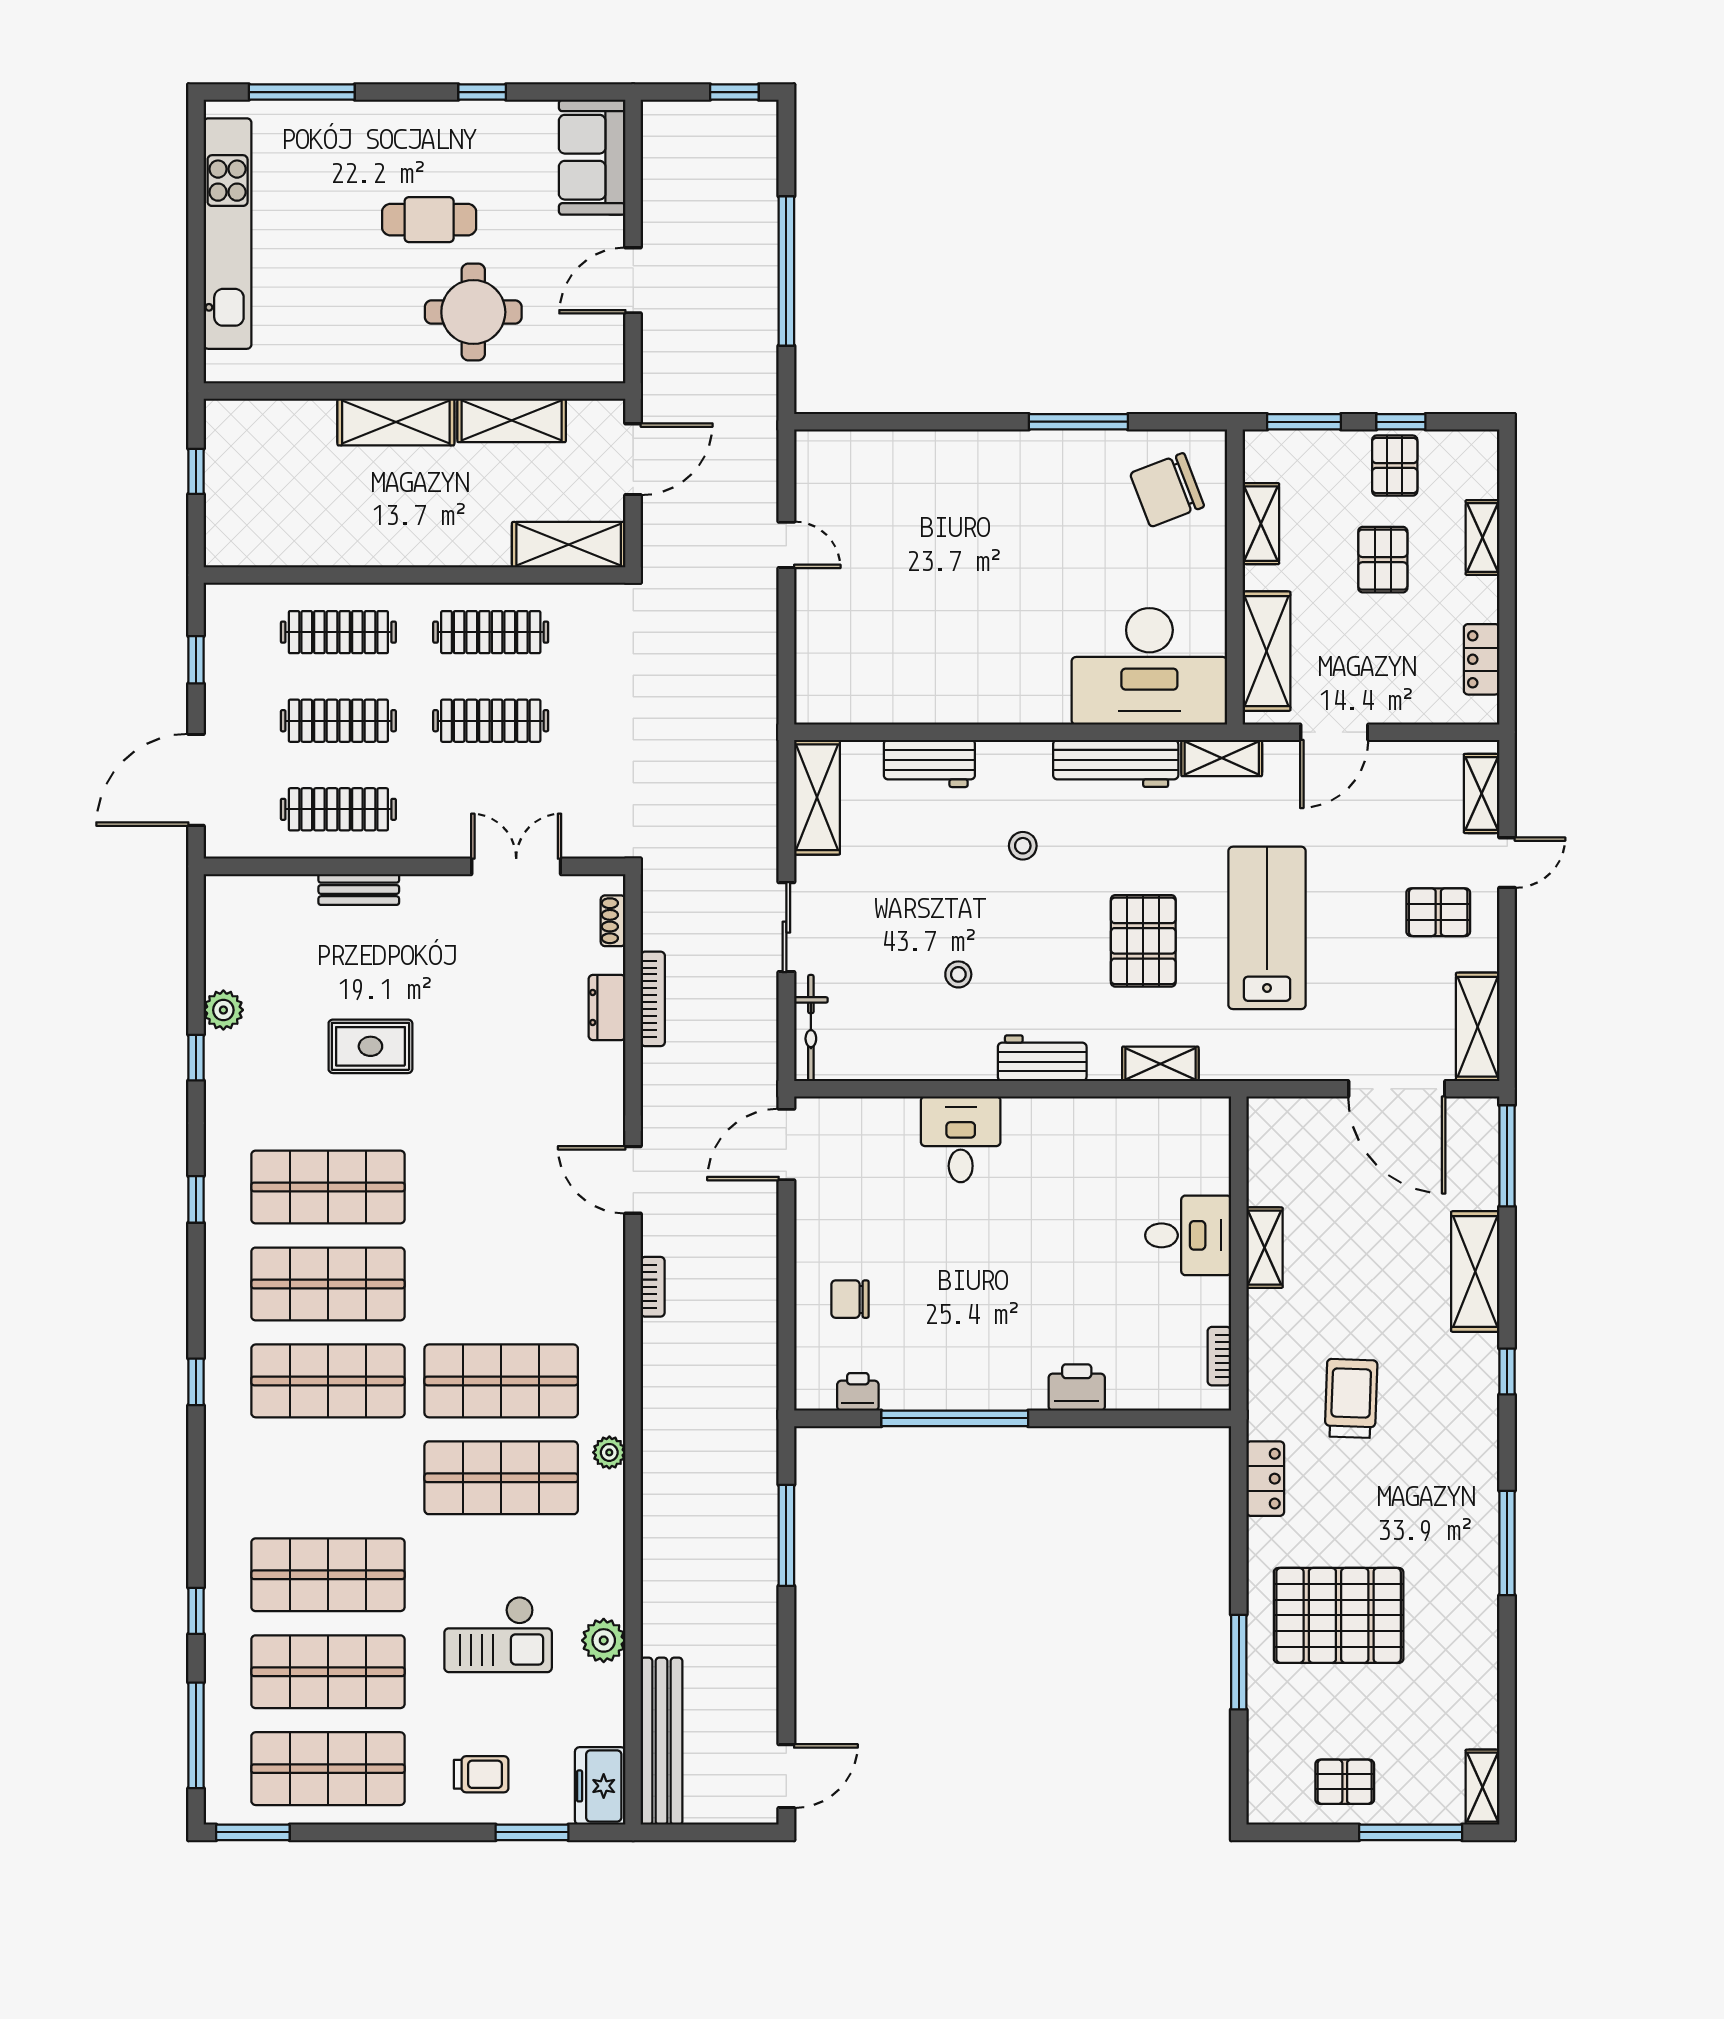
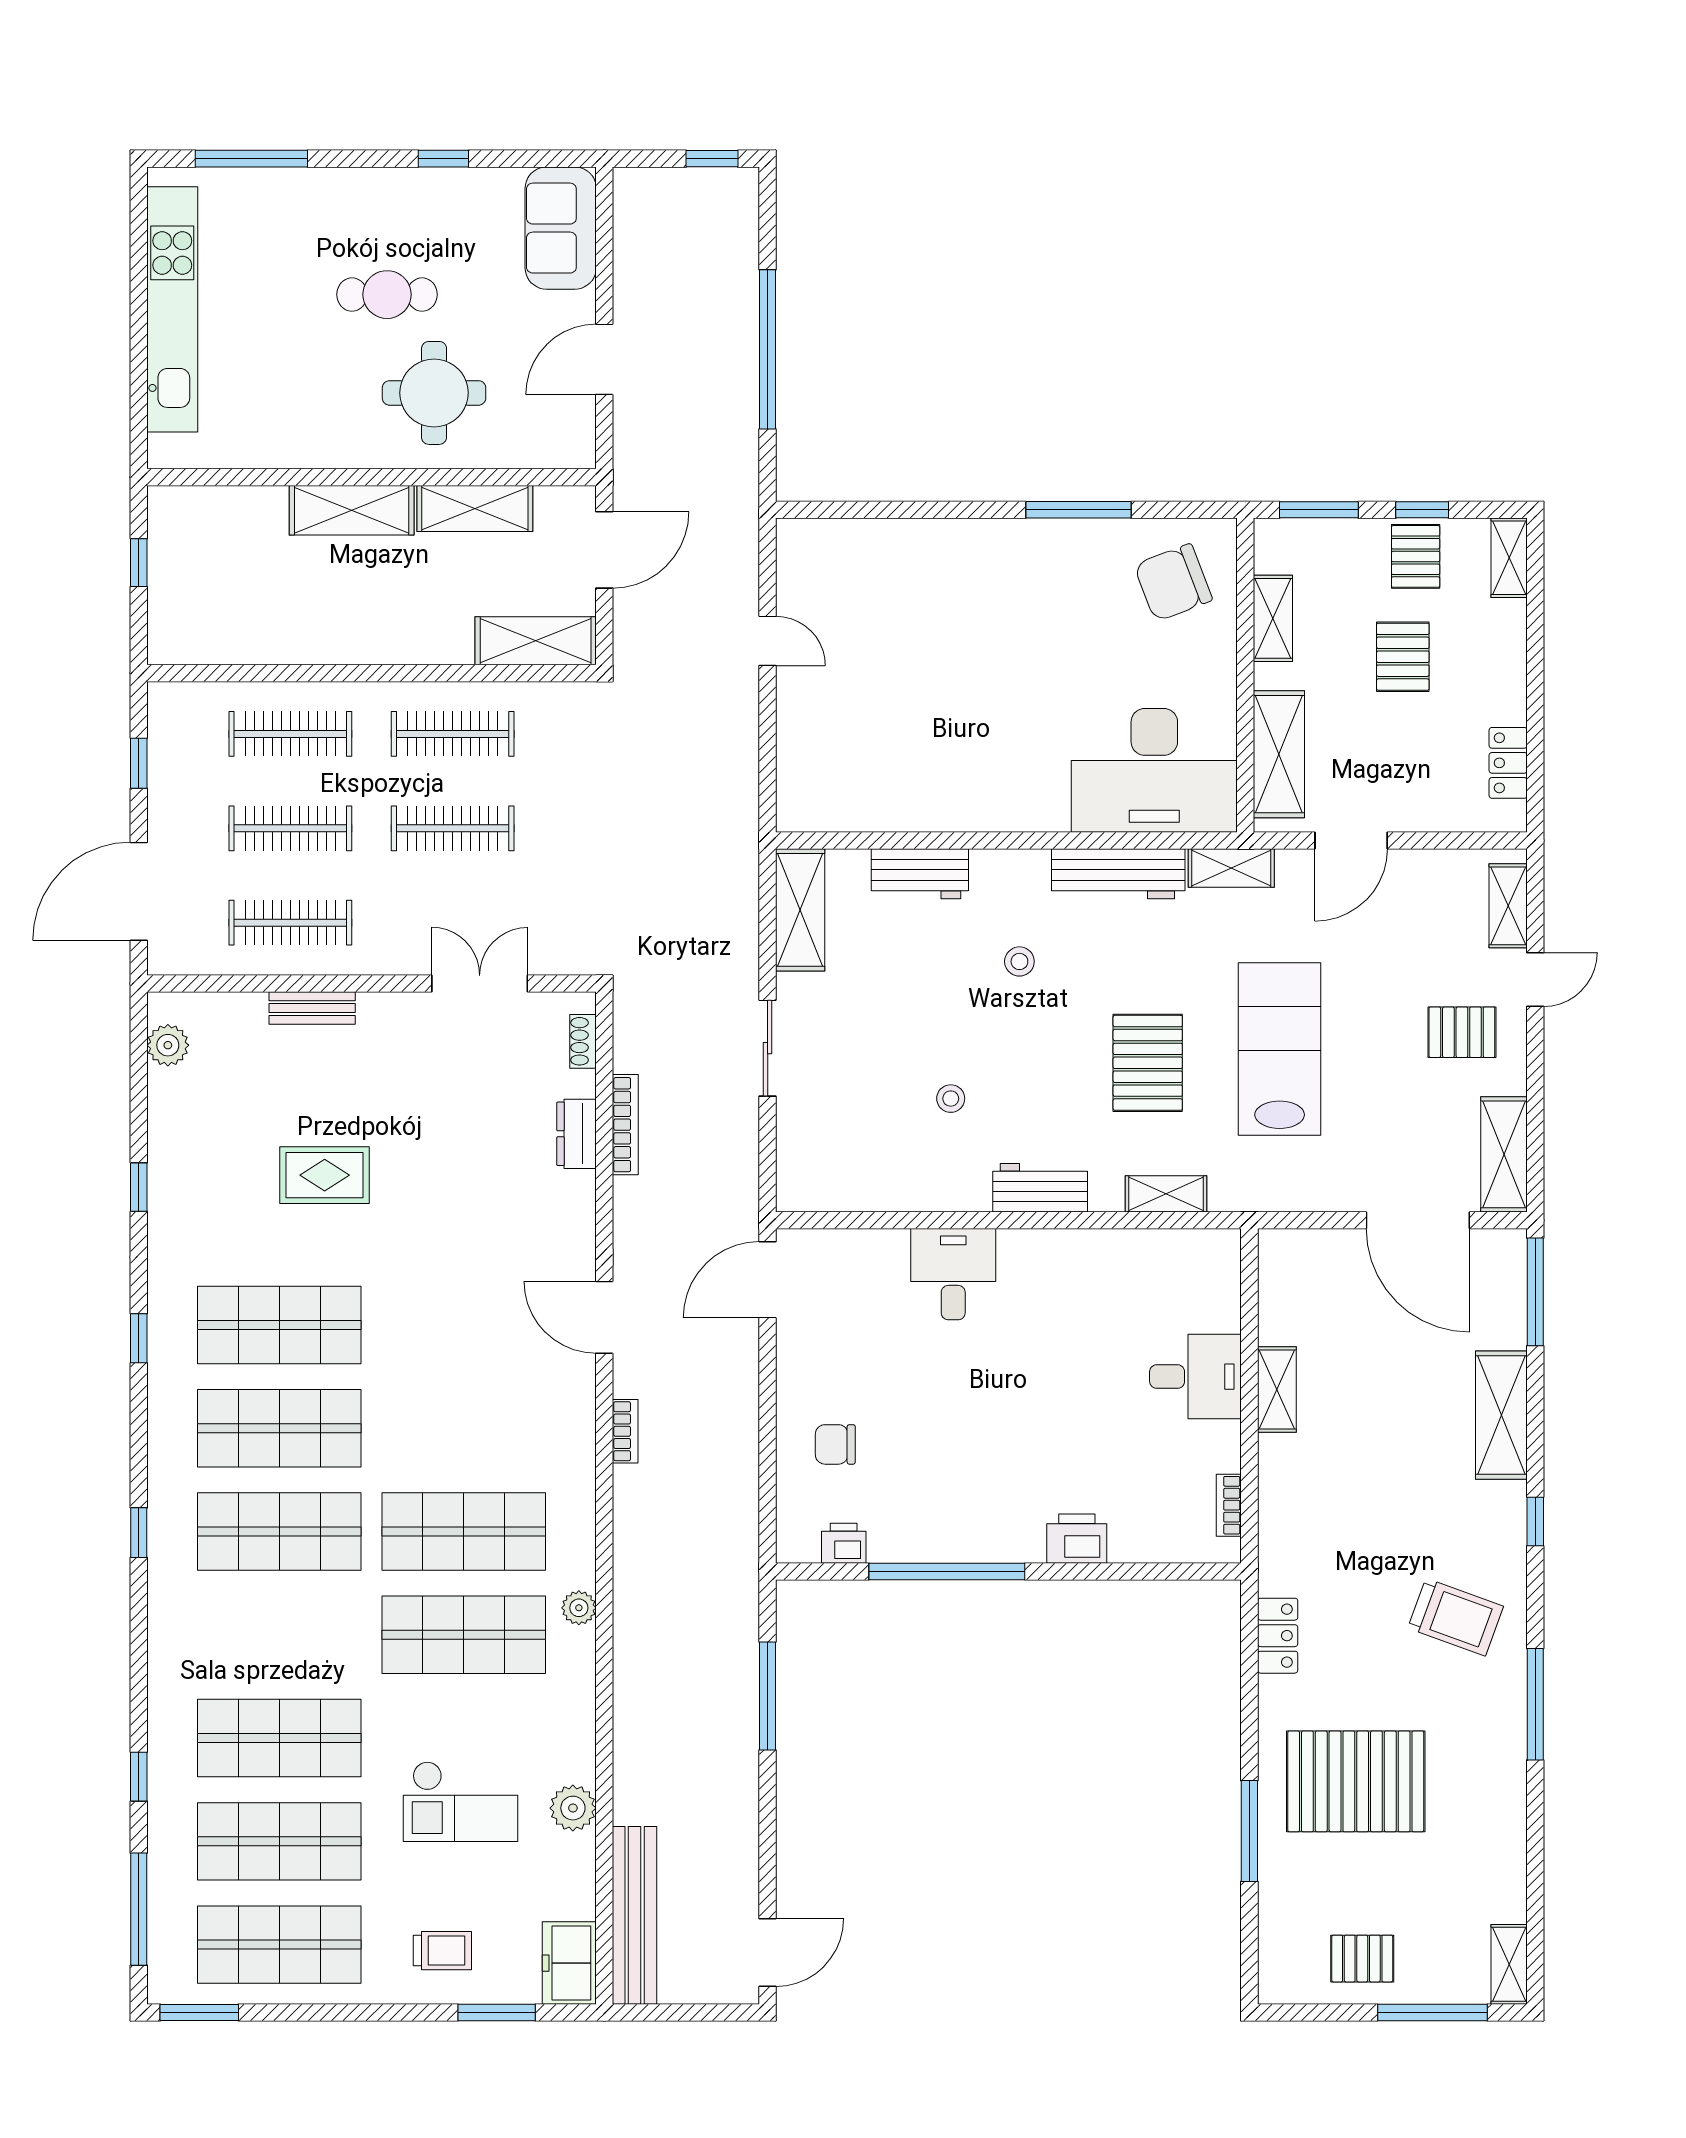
shelving: (1483, 538) -> (1509, 558), moved
plant: (223, 1010) -> (168, 1045), moved
bicycle: (811, 1028) -> (794, 1156), removed
trolley: (1351, 1398) -> (1456, 1617), moved, turned 108

